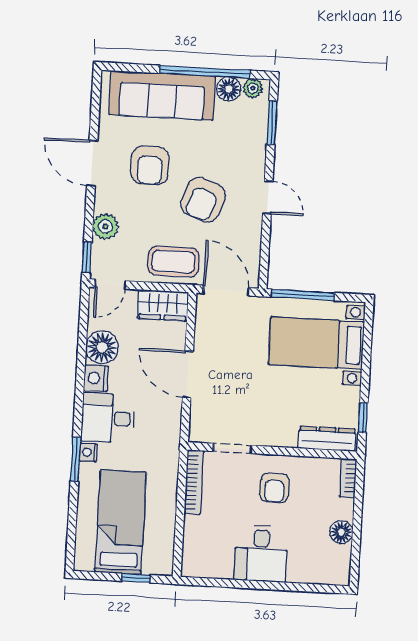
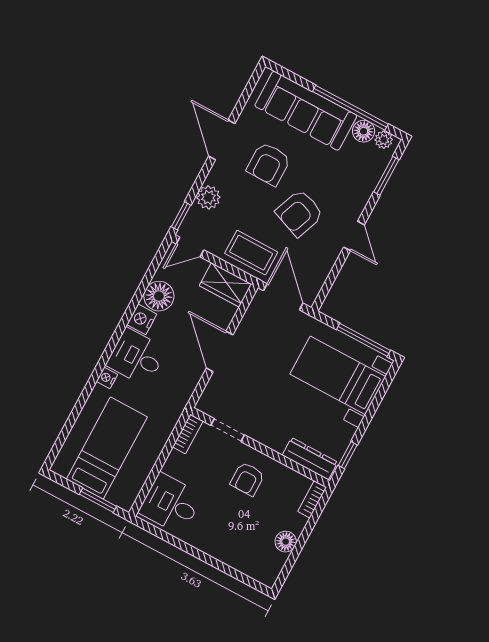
window: (303, 295) -> (364, 340), moved
window: (76, 459) -> (94, 379), removed
bookcase: (194, 482) -> (188, 434), width x0.64
desk: (261, 553) -> (171, 504), moved, turned 90
window: (136, 578) -> (98, 500), width x1.50

